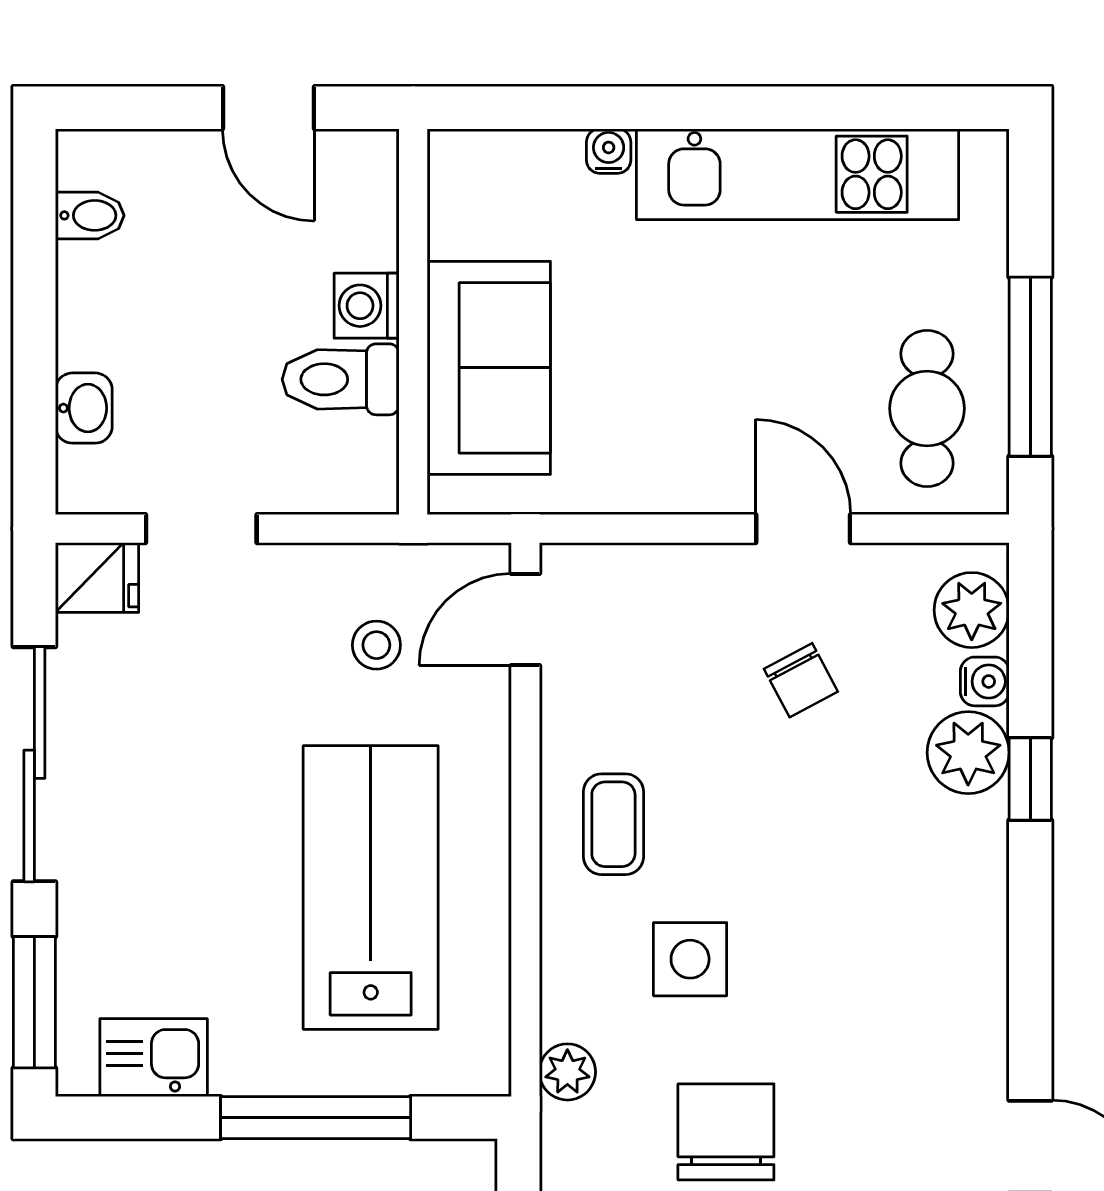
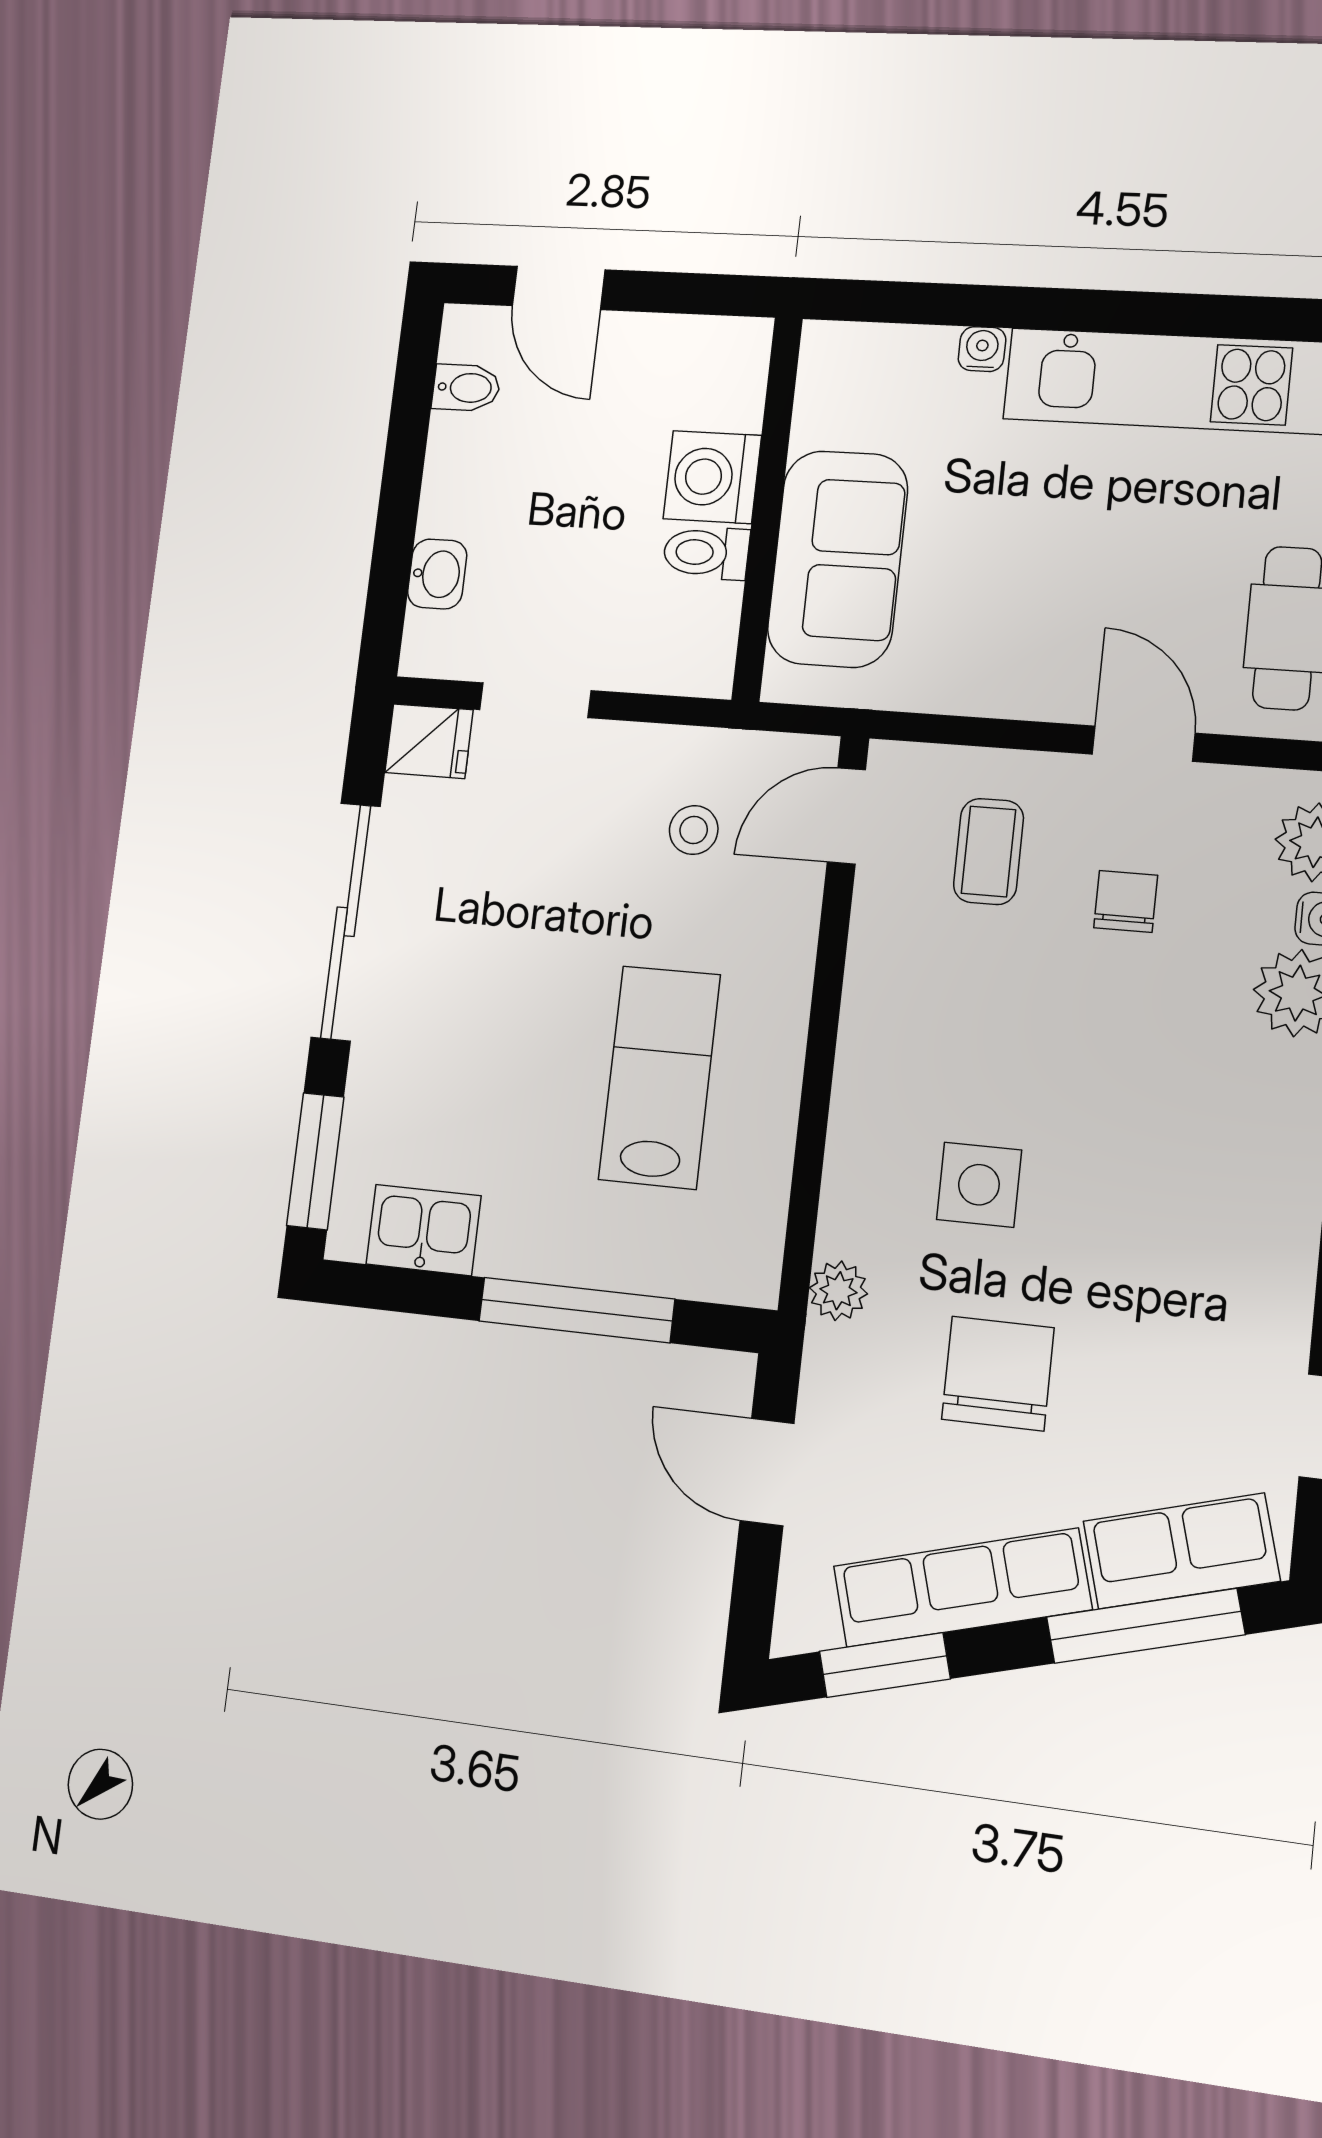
door: (268, 108) -> (559, 288), moved
washing machine: (367, 306) -> (712, 477), width x1.38, depth x1.38
toilet: (341, 379) -> (706, 553), width x0.73, depth x0.72
chair: (801, 680) -> (1126, 901), turned -152
coffee table: (613, 824) -> (988, 851), moved
lab bench: (371, 887) -> (659, 1077), width x0.73, depth x0.72

